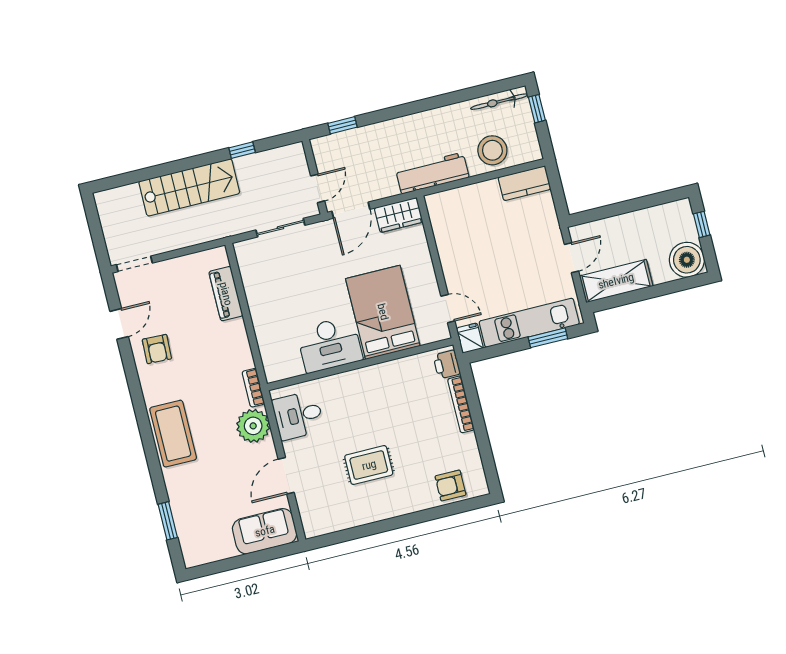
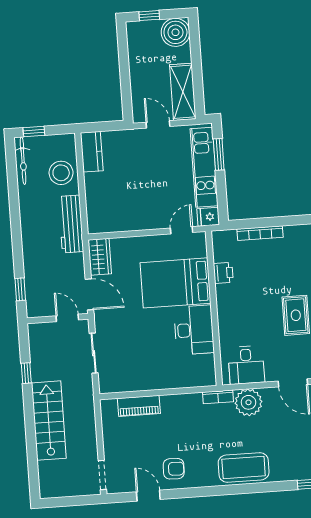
printer: (447, 364) -> (223, 273), moved, turned -90

